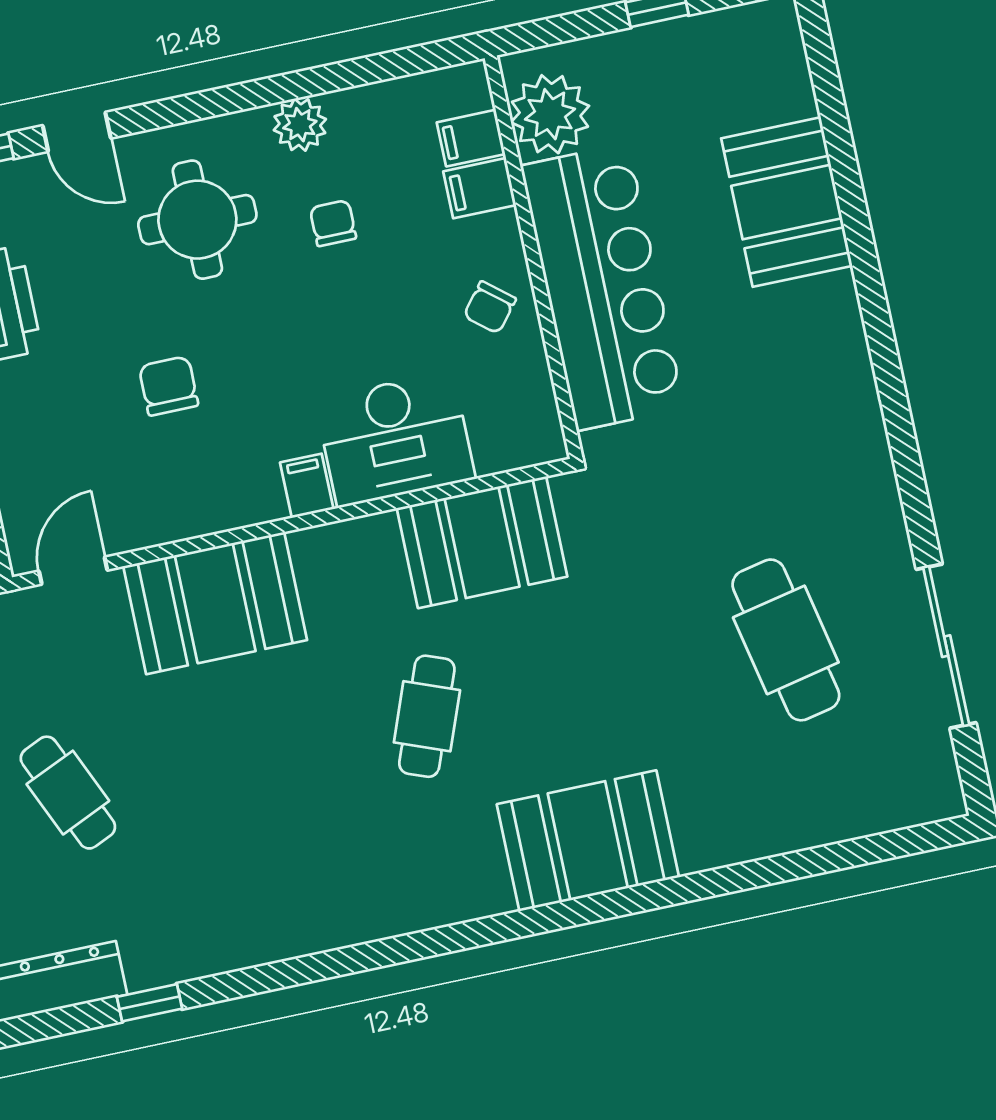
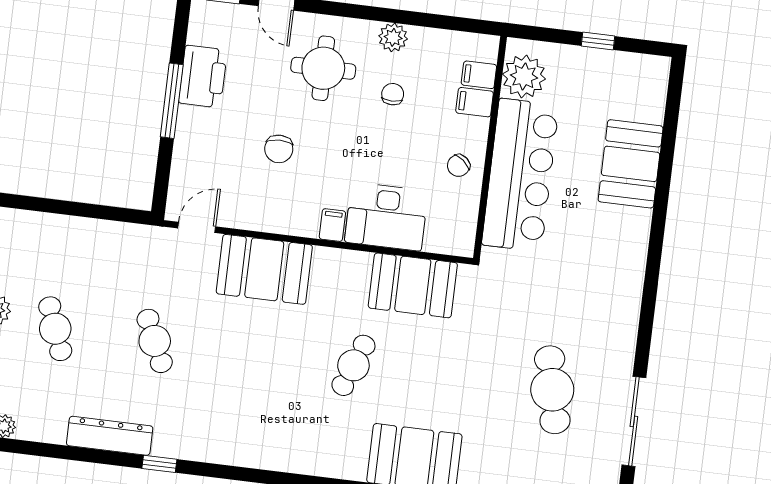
chair: (169, 386) -> (279, 149), turned 180

